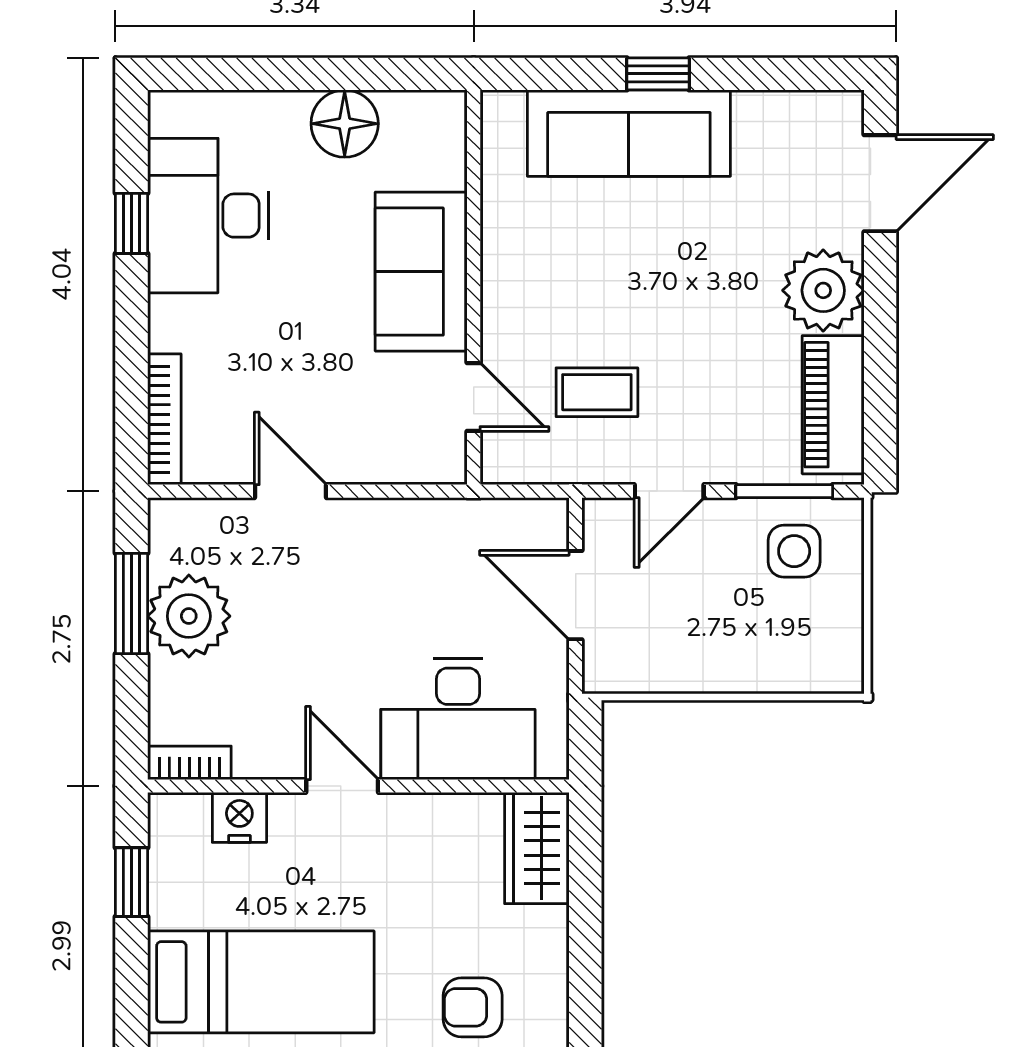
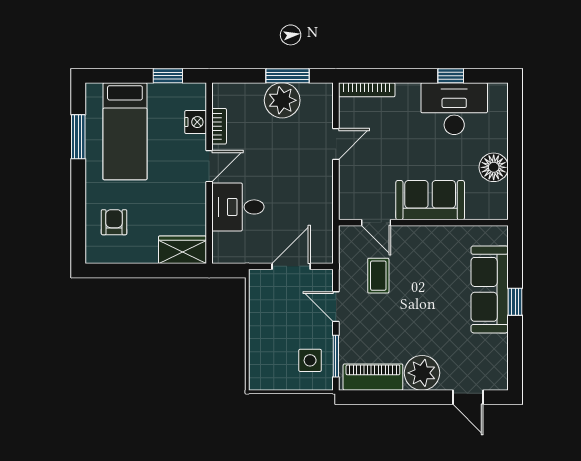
door: (880, 183) -> (468, 397), width x0.73
door: (474, 397) -> (376, 223), hinge flipped
desk: (458, 719) -> (238, 207), width x0.73
bookcase: (189, 763) -> (219, 126), moved

